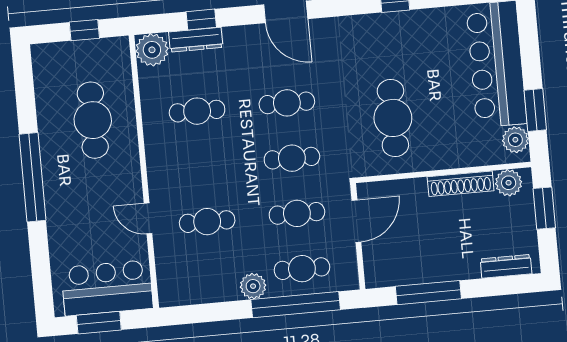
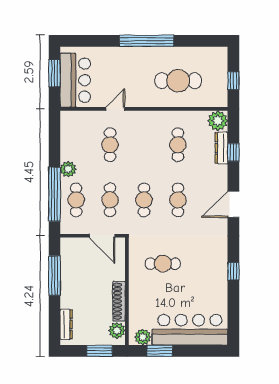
cafe table: (393, 118) -> (163, 264), width x0.73, depth x0.74

